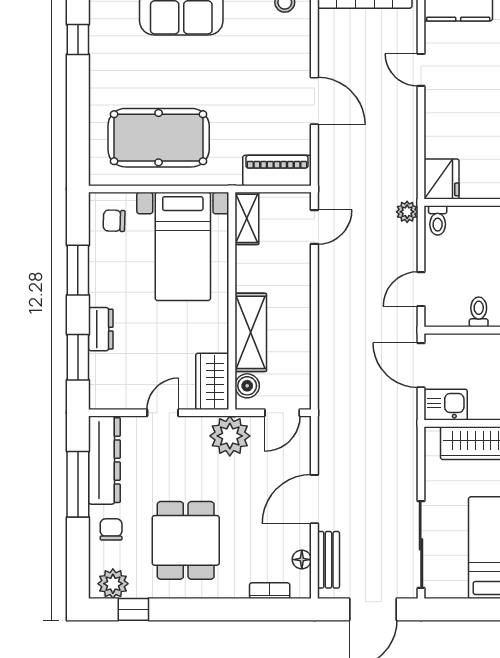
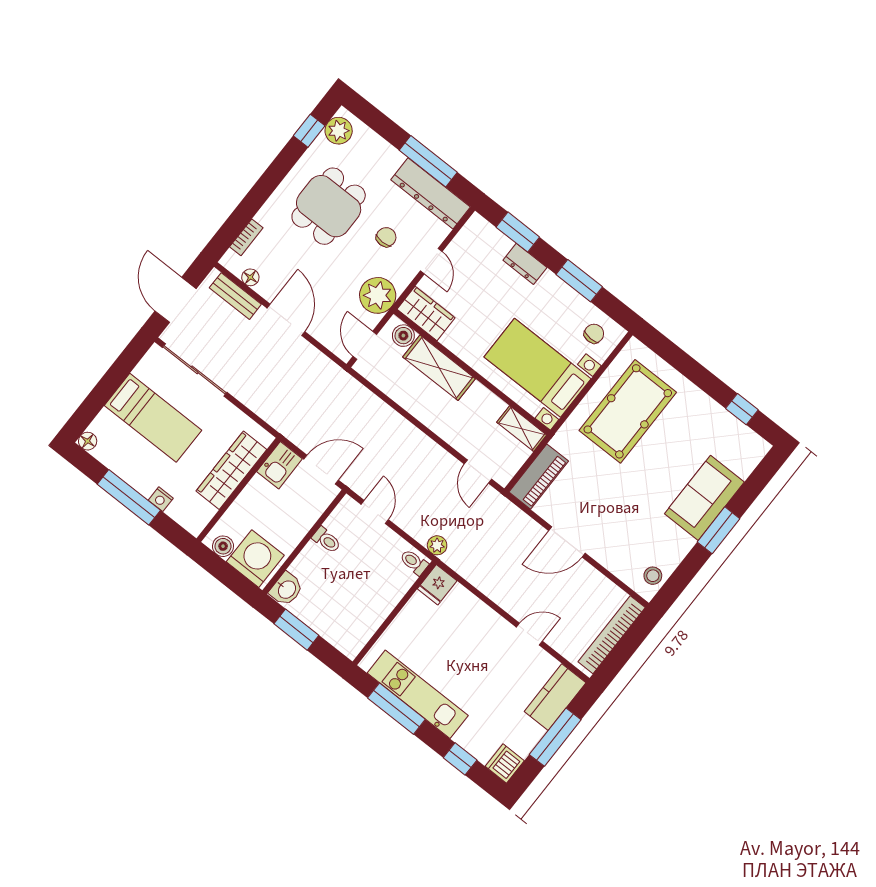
fridge: (442, 179) -> (437, 585), width x0.72
chair: (111, 529) -> (386, 237), moved, turned -90
dining table: (186, 540) -> (329, 206), turned 90

